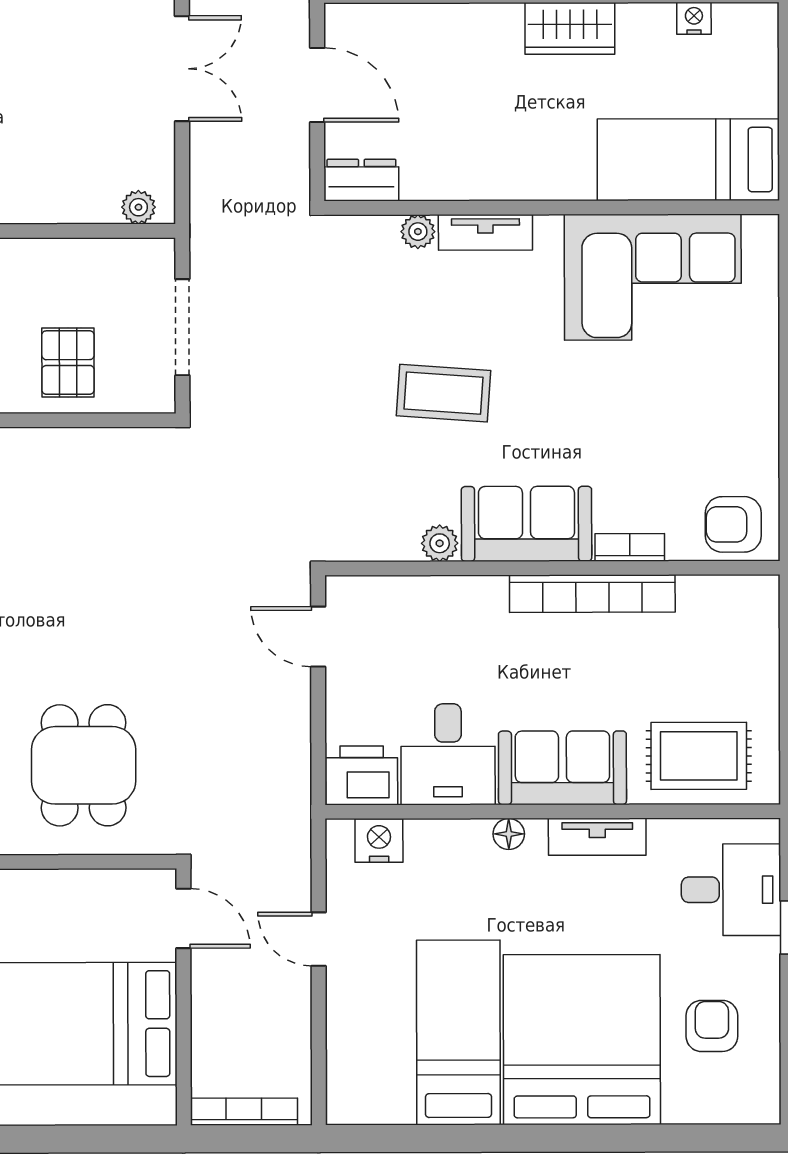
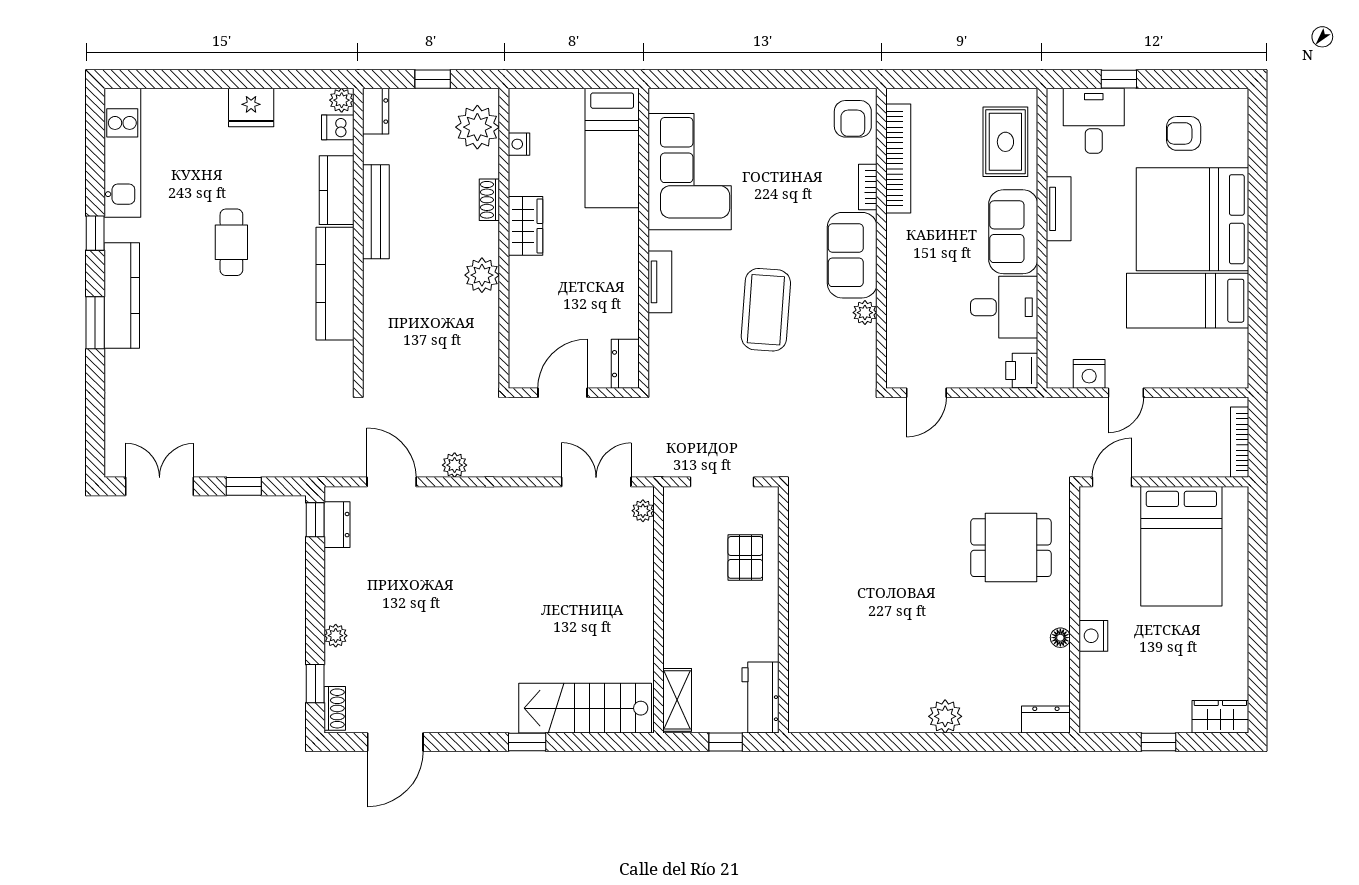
double door: (182, 69) -> (596, 482), moved
plant: (418, 232) -> (659, 326), removed
pallet: (68, 363) -> (745, 557), turned 90
coffee table: (444, 393) -> (766, 310), width x1.36, depth x1.32
bookcase: (592, 594) -> (898, 159), moved
printer: (362, 775) -> (1022, 371), width x0.73, depth x0.81
floor lamp: (509, 834) -> (1057, 267), removed
nightstand: (379, 840) -> (1089, 374), moved, turned -90

